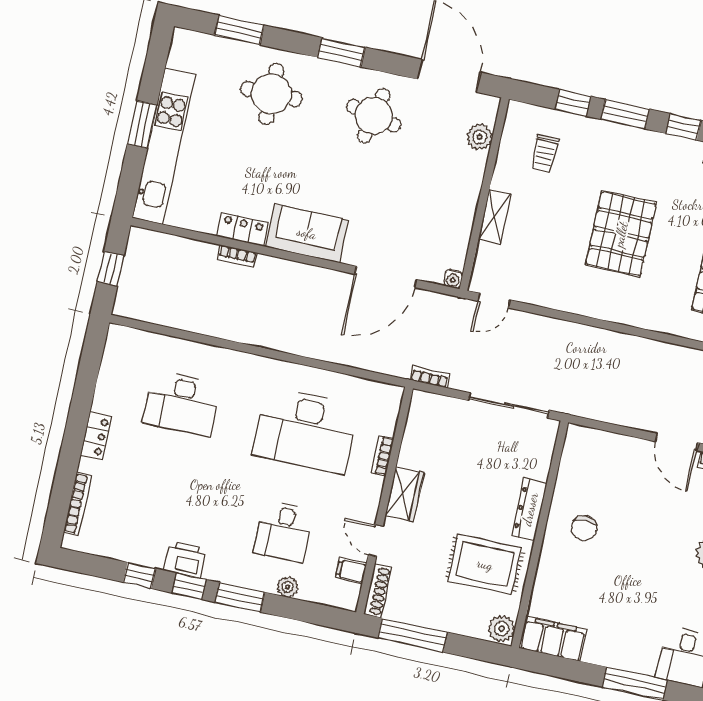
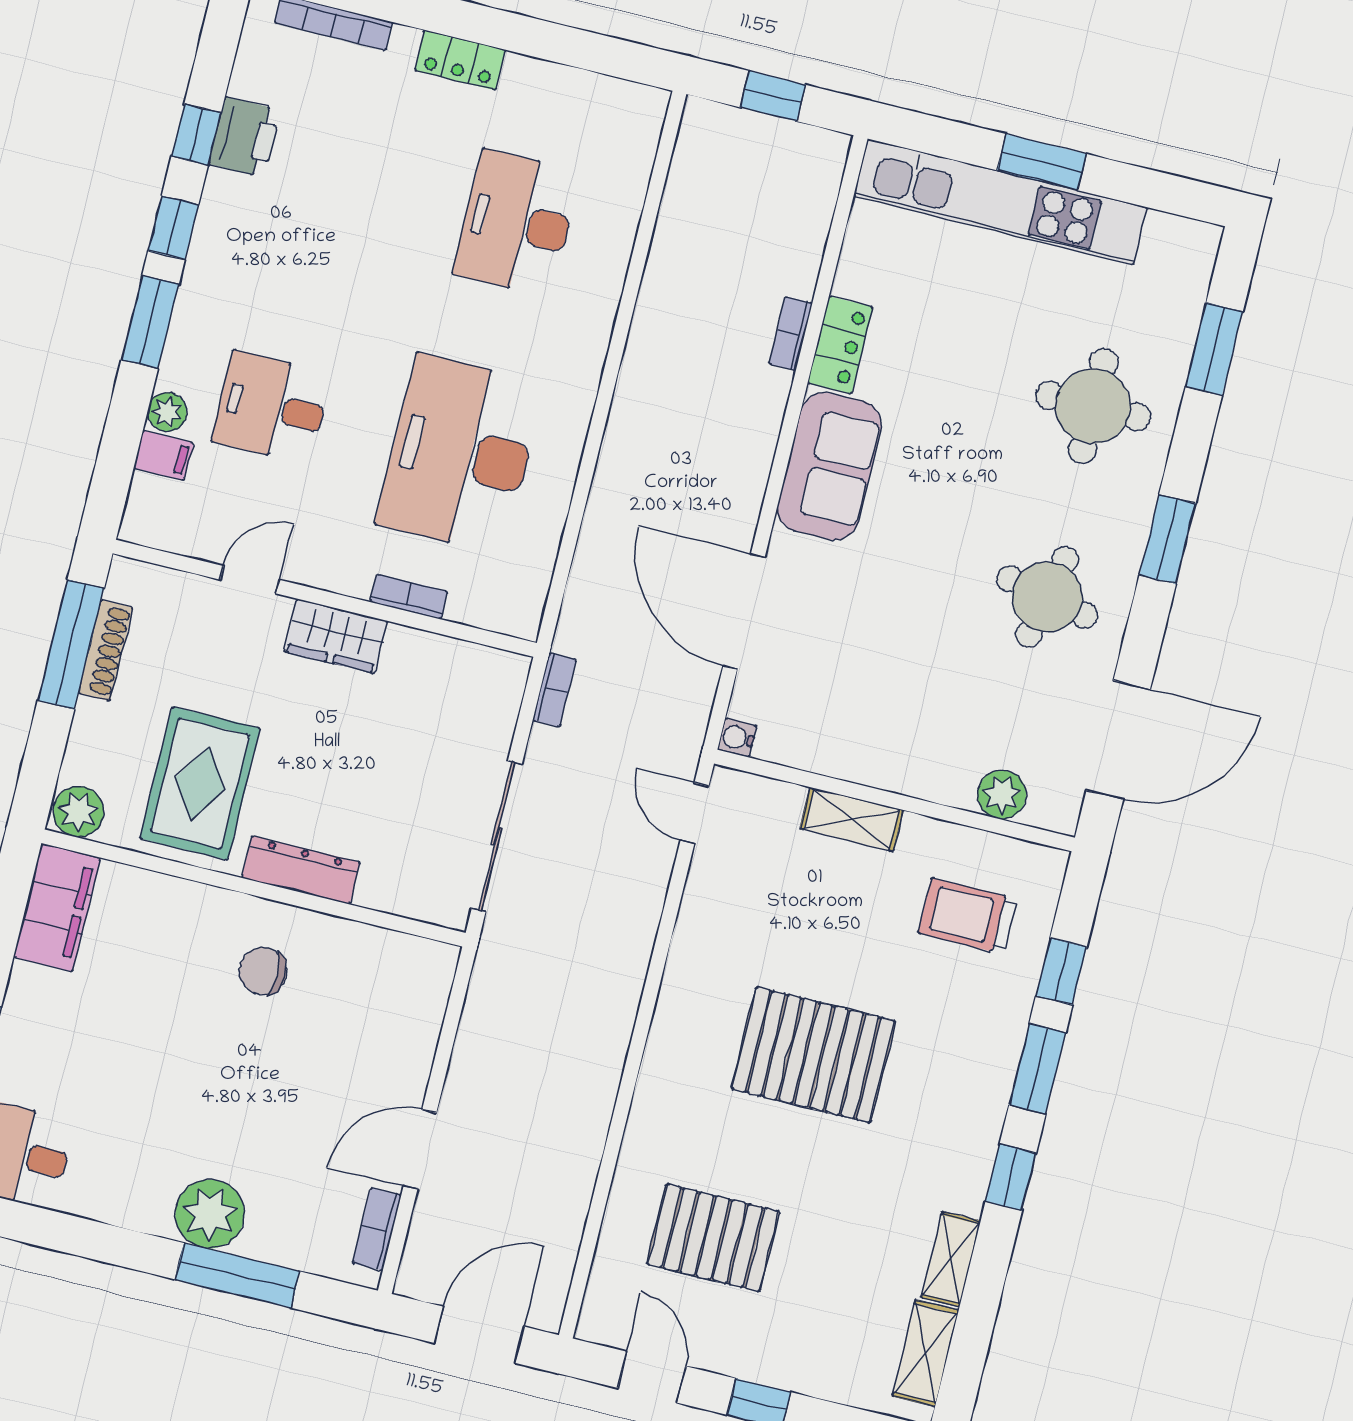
trolley: (545, 153) -> (968, 916), width x1.36, depth x1.39
printer: (185, 559) -> (244, 137), moved
filing cabinet: (351, 571) -> (164, 455), moved, turned 90
shoe rack: (378, 591) -> (106, 650), moved, turned -90

